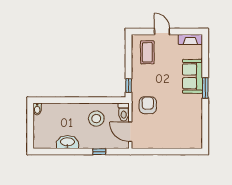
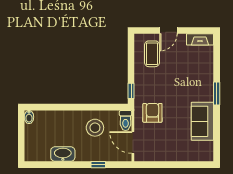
door: (162, 31) -> (168, 31), swing flipped
sofa: (192, 76) -> (202, 121), moved

